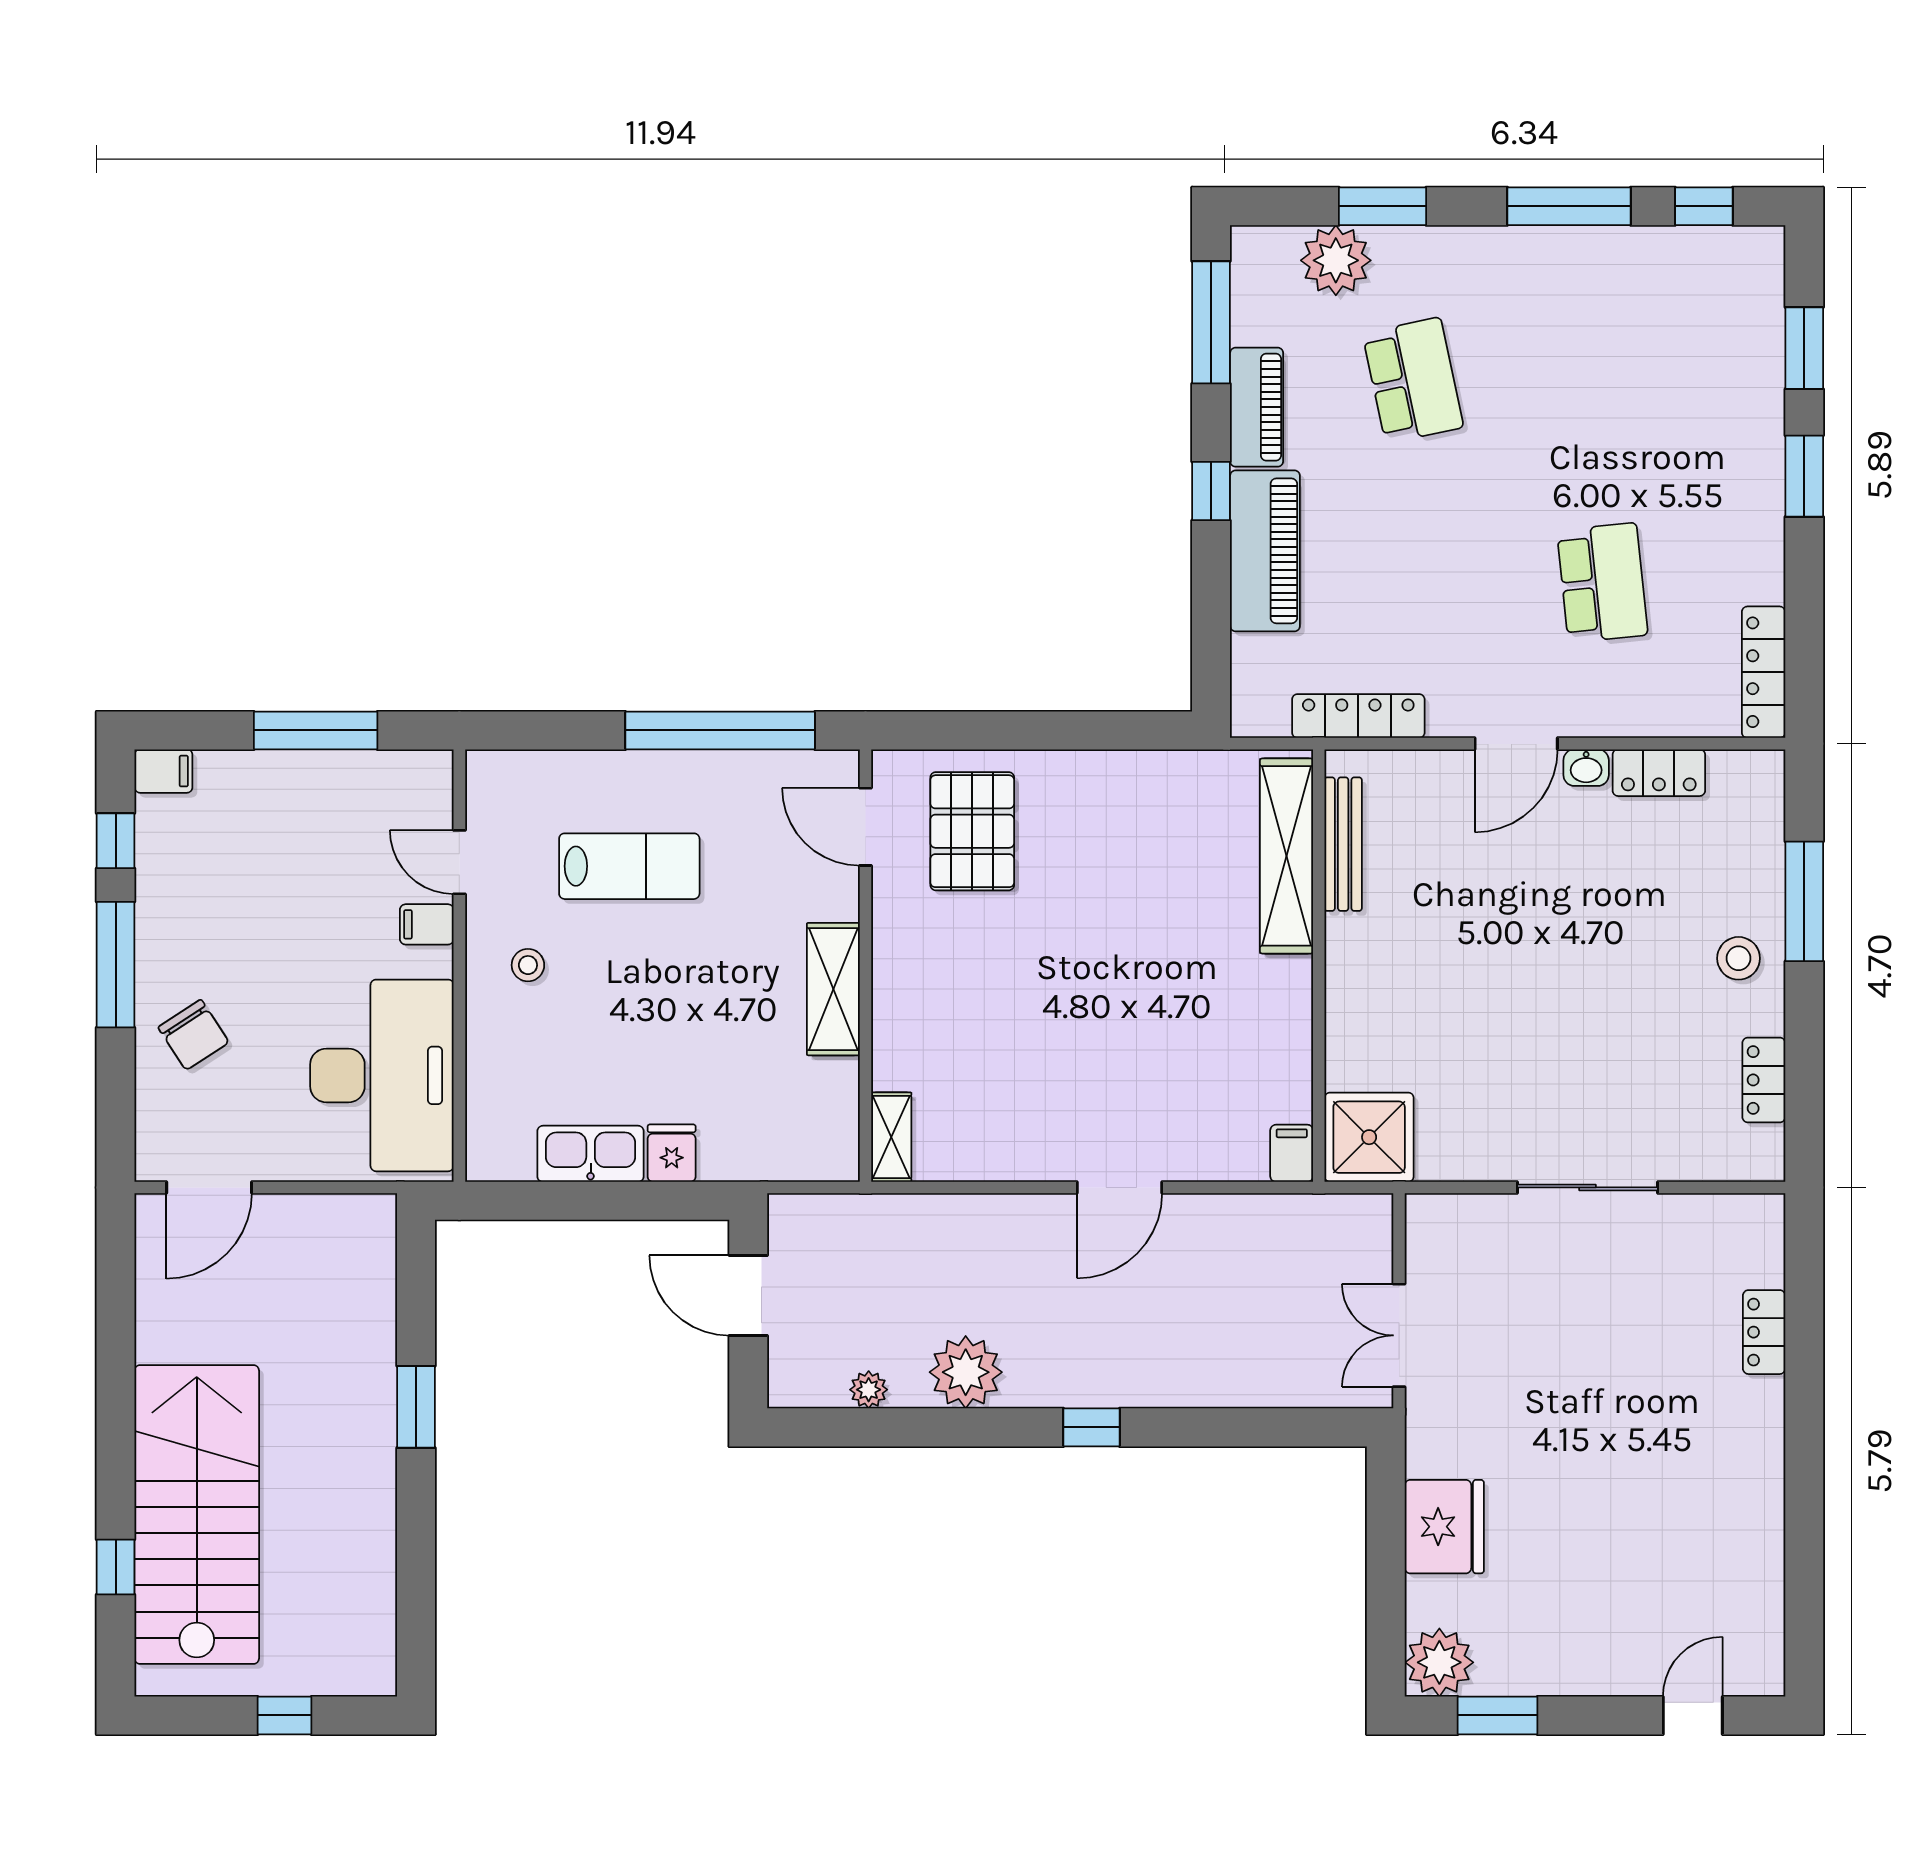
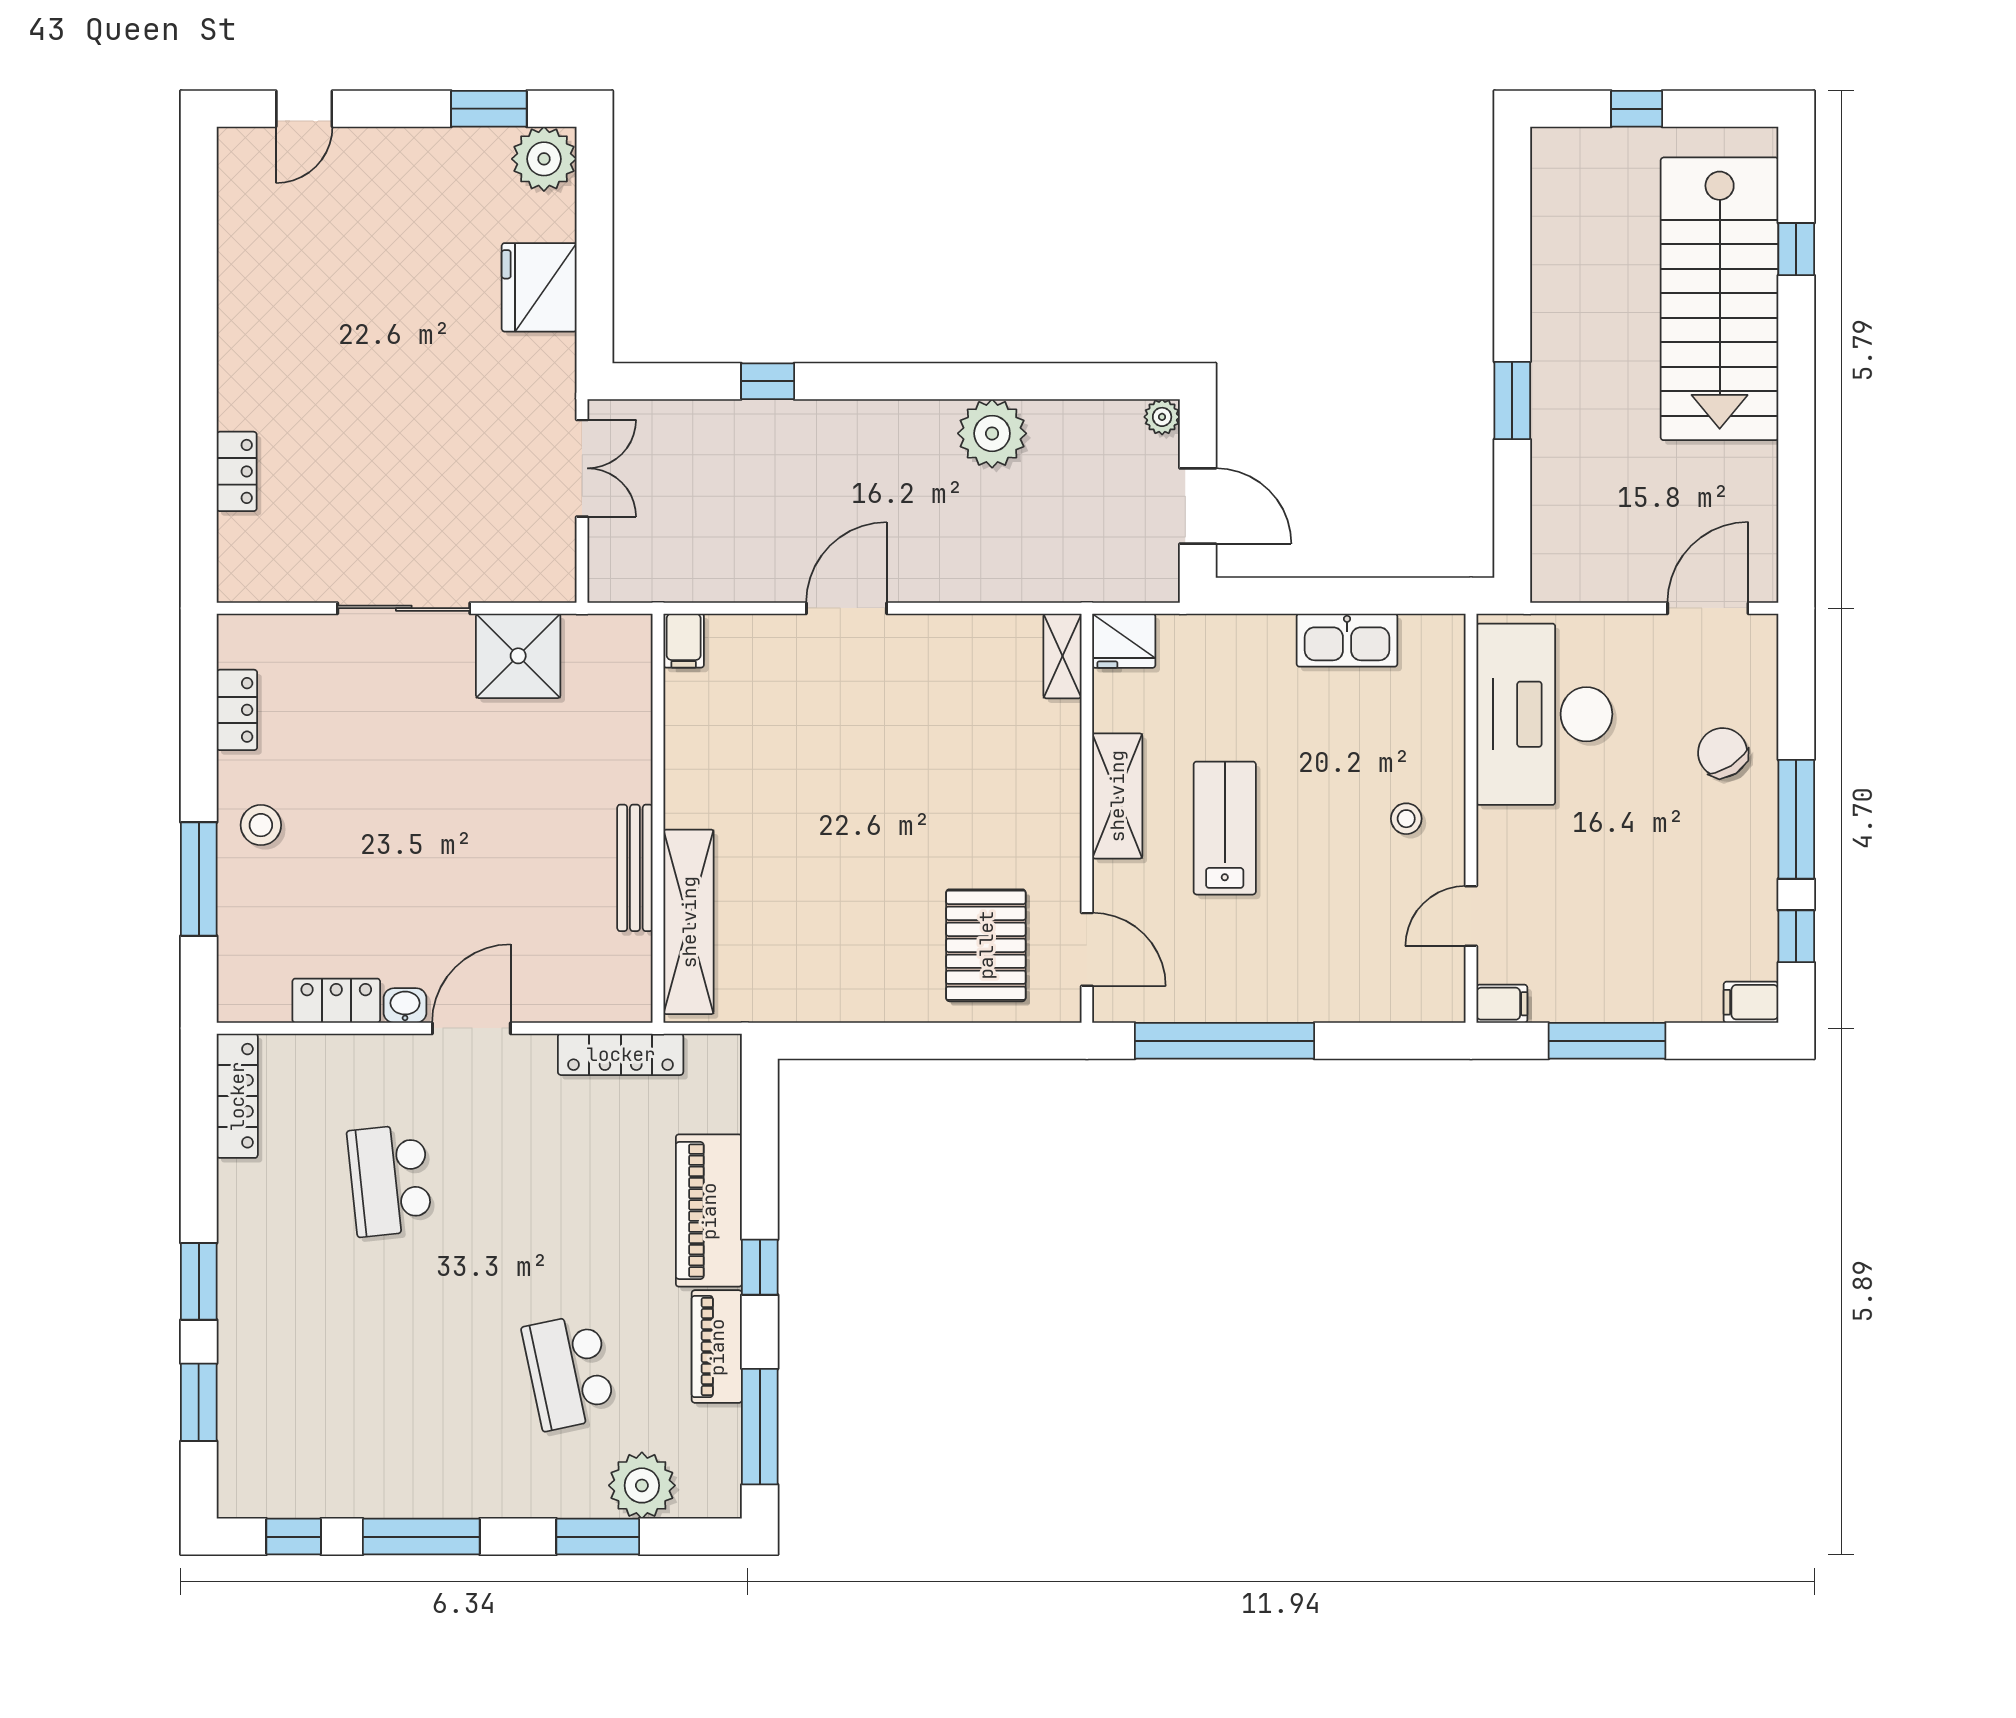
bench: (1343, 844) -> (635, 868), moved
door: (459, 862) -> (1471, 916), swing flipped
lab bench: (629, 866) -> (1225, 828), moved, turned 90
filing cabinet: (427, 924) -> (1502, 1004), moved
shower: (1369, 1137) -> (518, 656), moved
fridge: (672, 1153) -> (1124, 641), moved, width x1.38
plant: (869, 1390) -> (1162, 417), moved
window: (1092, 1427) -> (768, 381), moved

